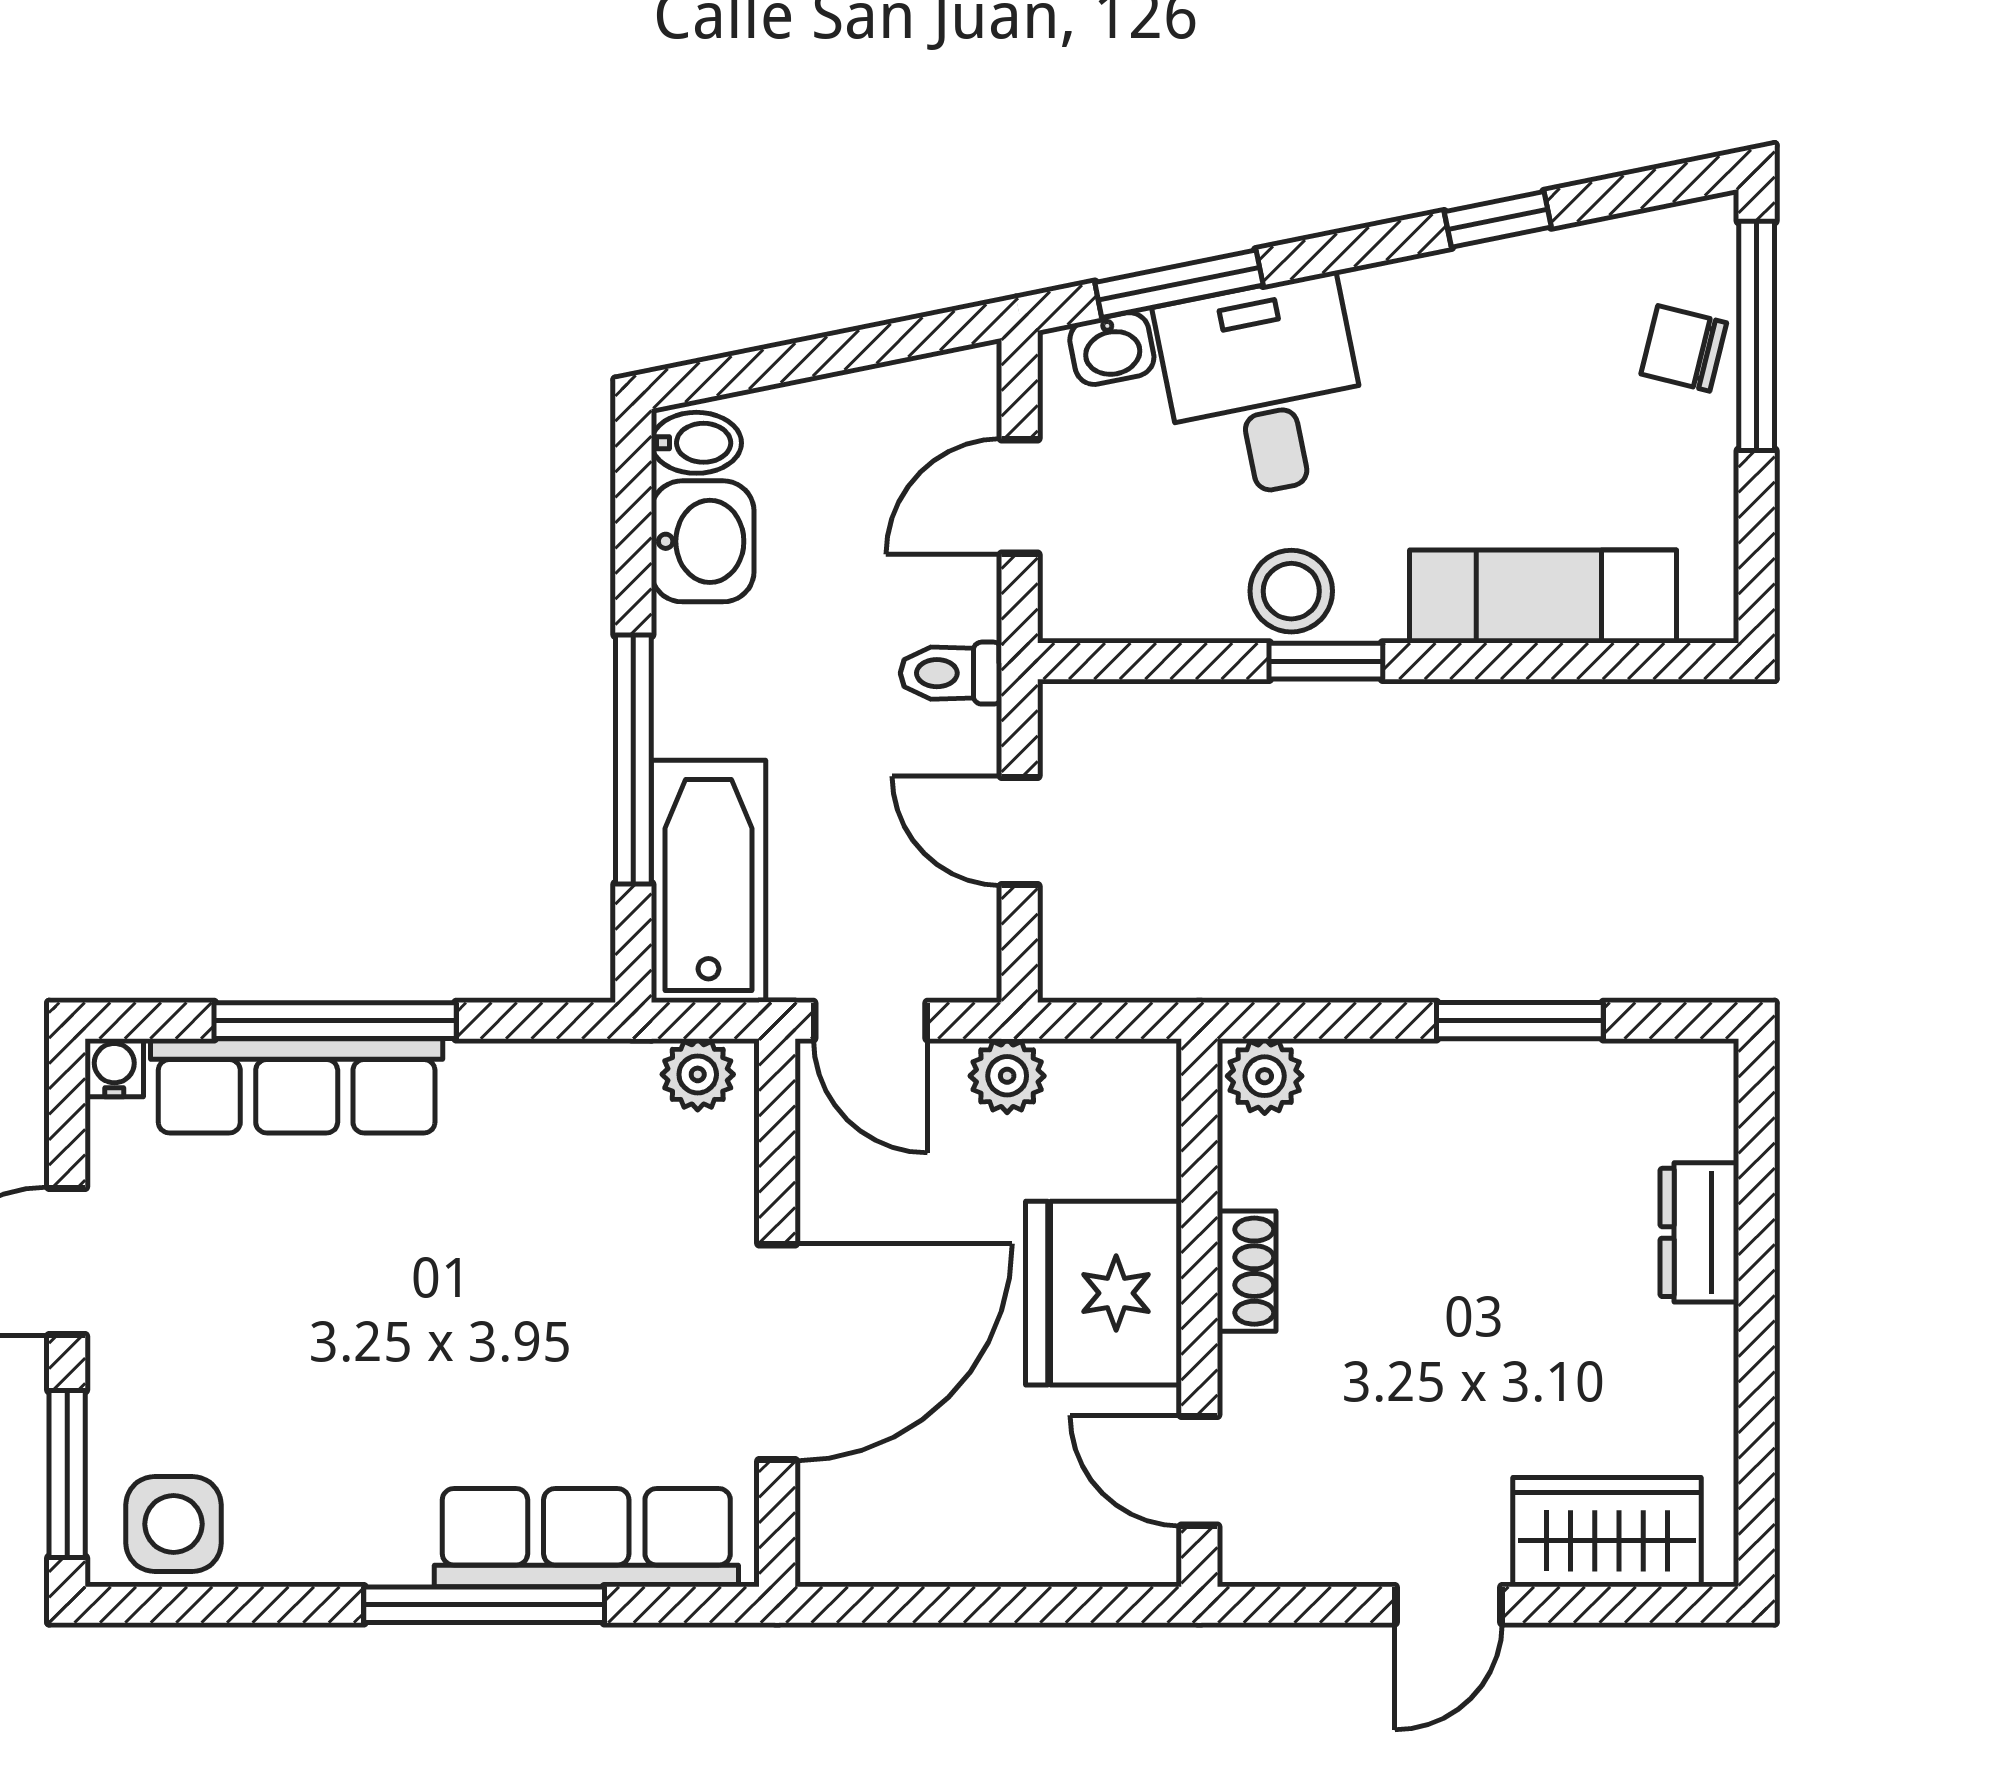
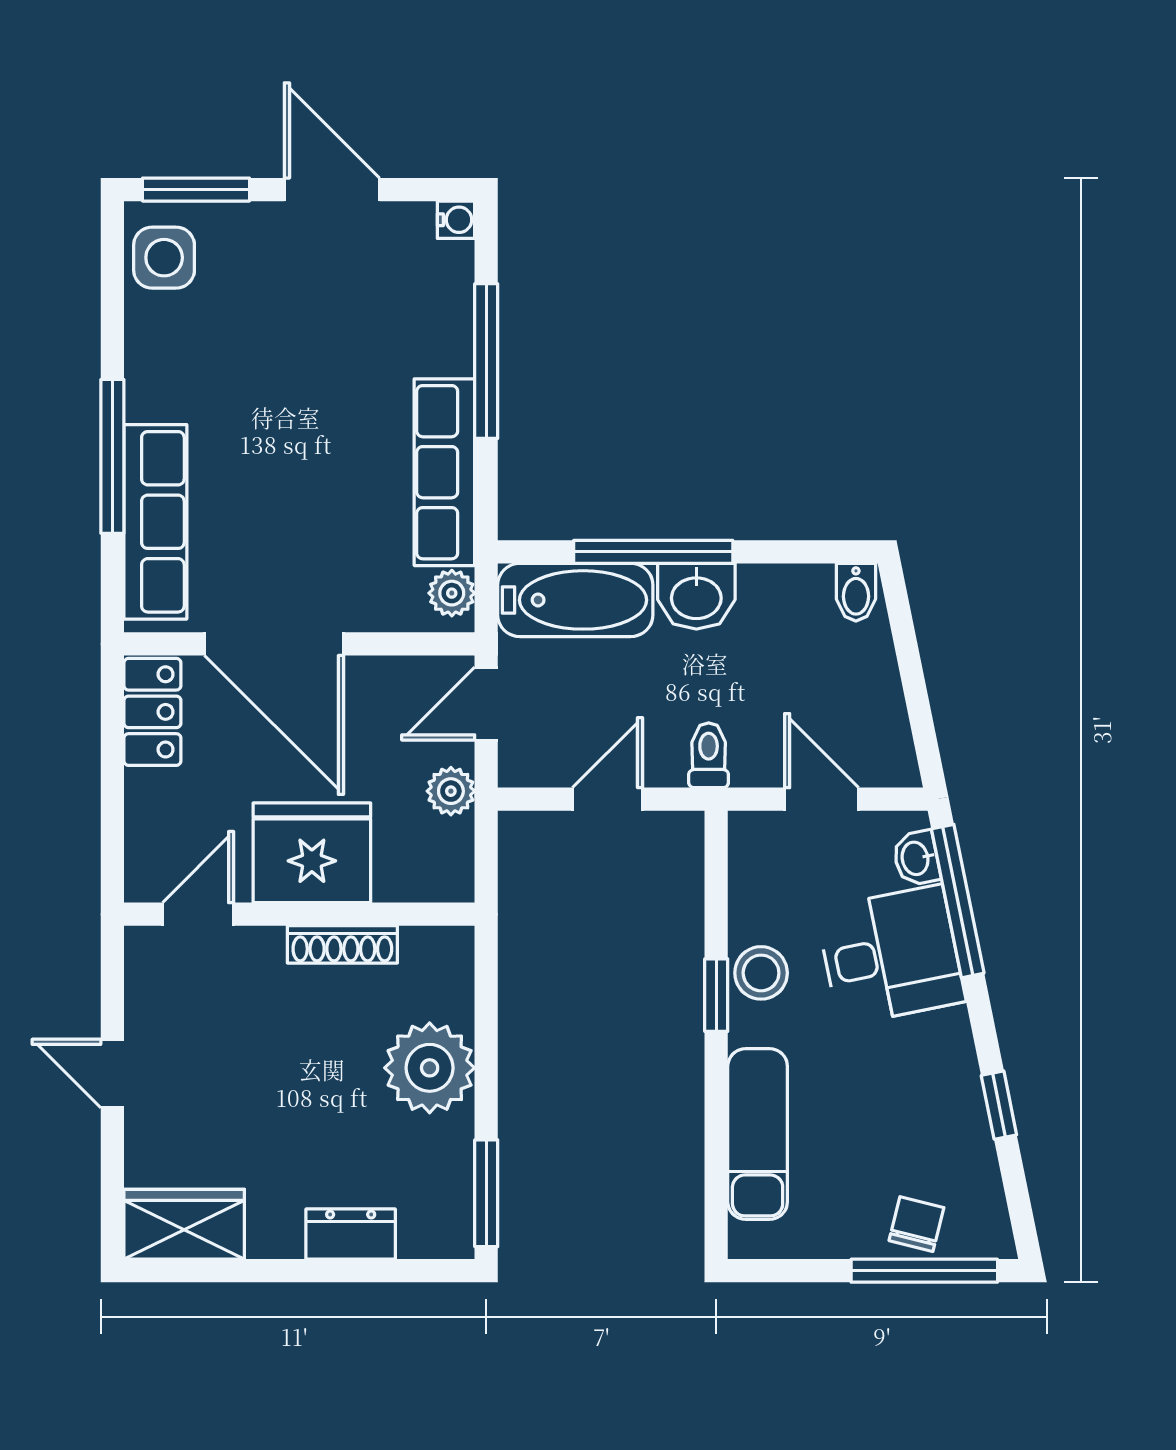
window: (1179, 284) -> (958, 901), width x1.44
washbasin: (703, 541) -> (696, 596), moved
window: (1520, 1021) -> (486, 1193), moved
plant: (1265, 1076) -> (430, 1068), moved, width x1.87, depth x1.87
row of seats: (297, 1086) -> (444, 472), moved
shoe rack: (1247, 1271) -> (342, 944), width x1.43
wardrobe: (1607, 1532) -> (184, 1224), moved, turned -90
locker: (883, 1542) -> (152, 712), added

